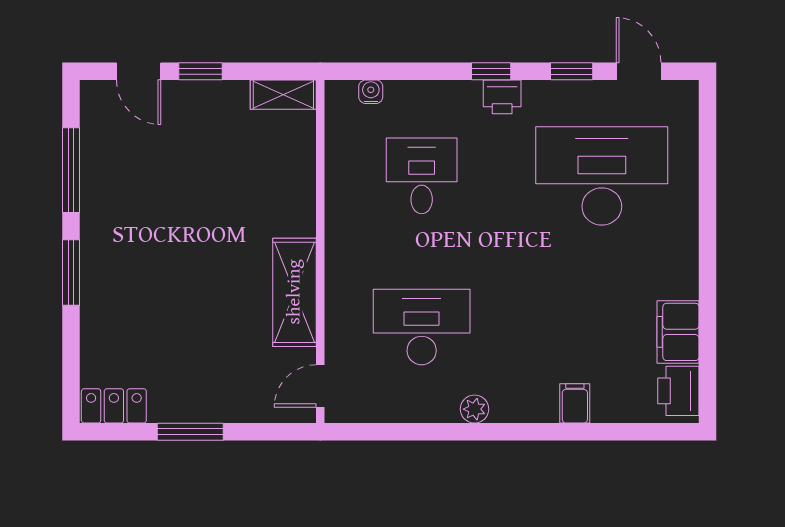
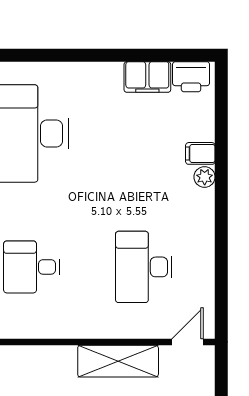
door: (320, 386) -> (187, 342), swing flipped
plant: (475, 409) -> (205, 177), moved

